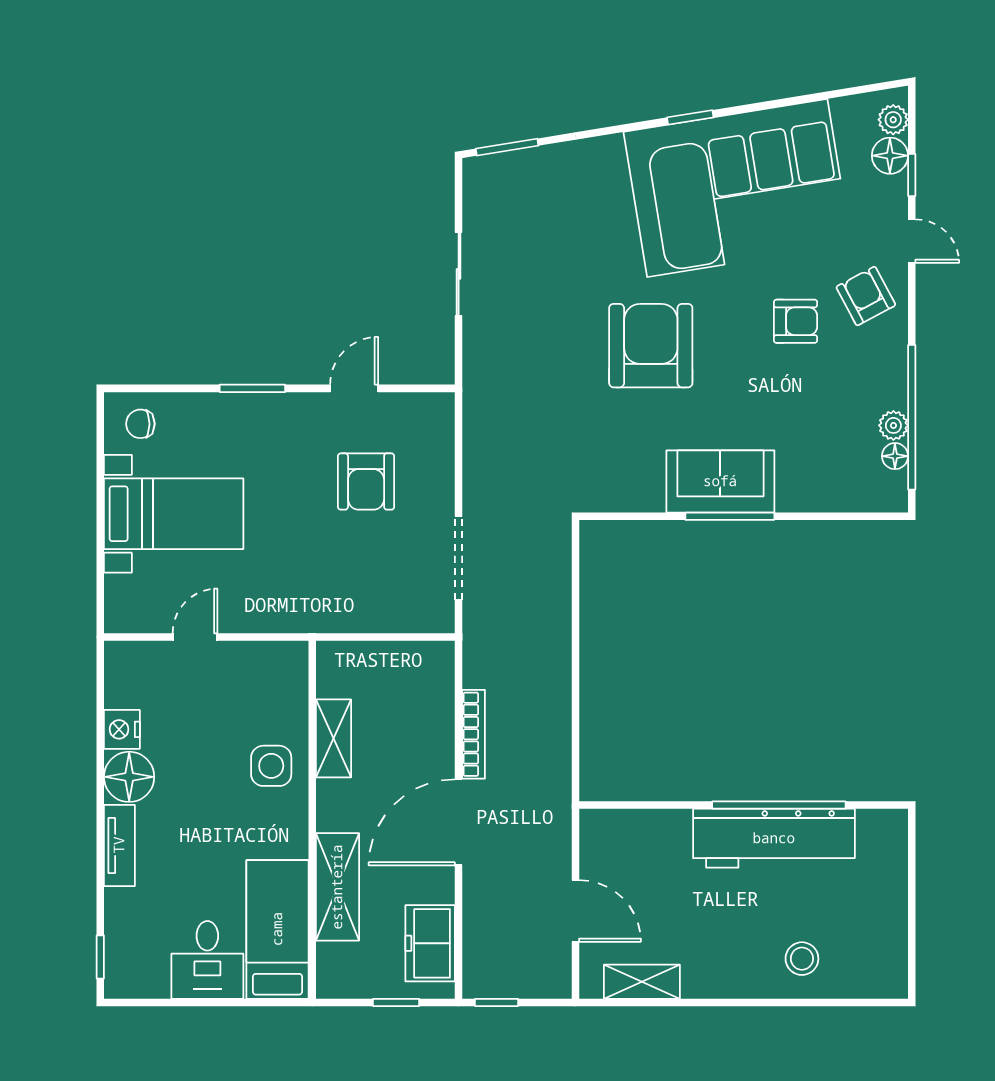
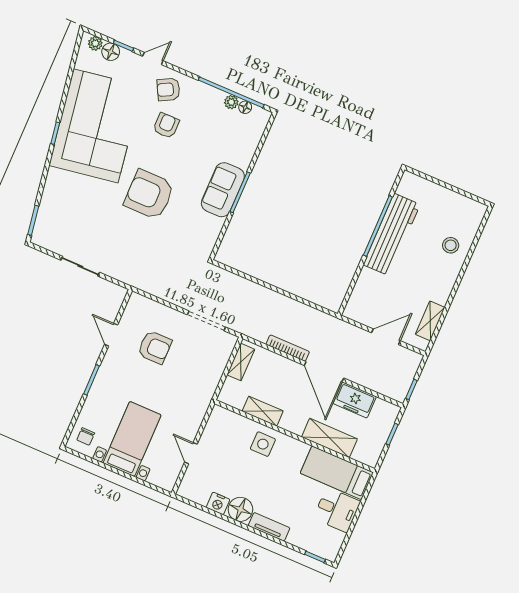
shelving: (409, 657) -> (241, 362), added
freezer: (430, 943) -> (355, 400), moved

